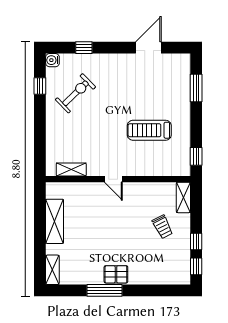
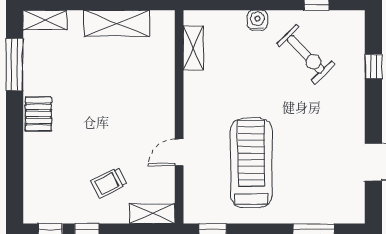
water cooler: (52, 60) -> (257, 20), moved
treadmill: (149, 130) -> (251, 163), width x1.37, depth x1.38
door: (113, 179) -> (179, 152), moved
window: (105, 290) -> (15, 65), moved

